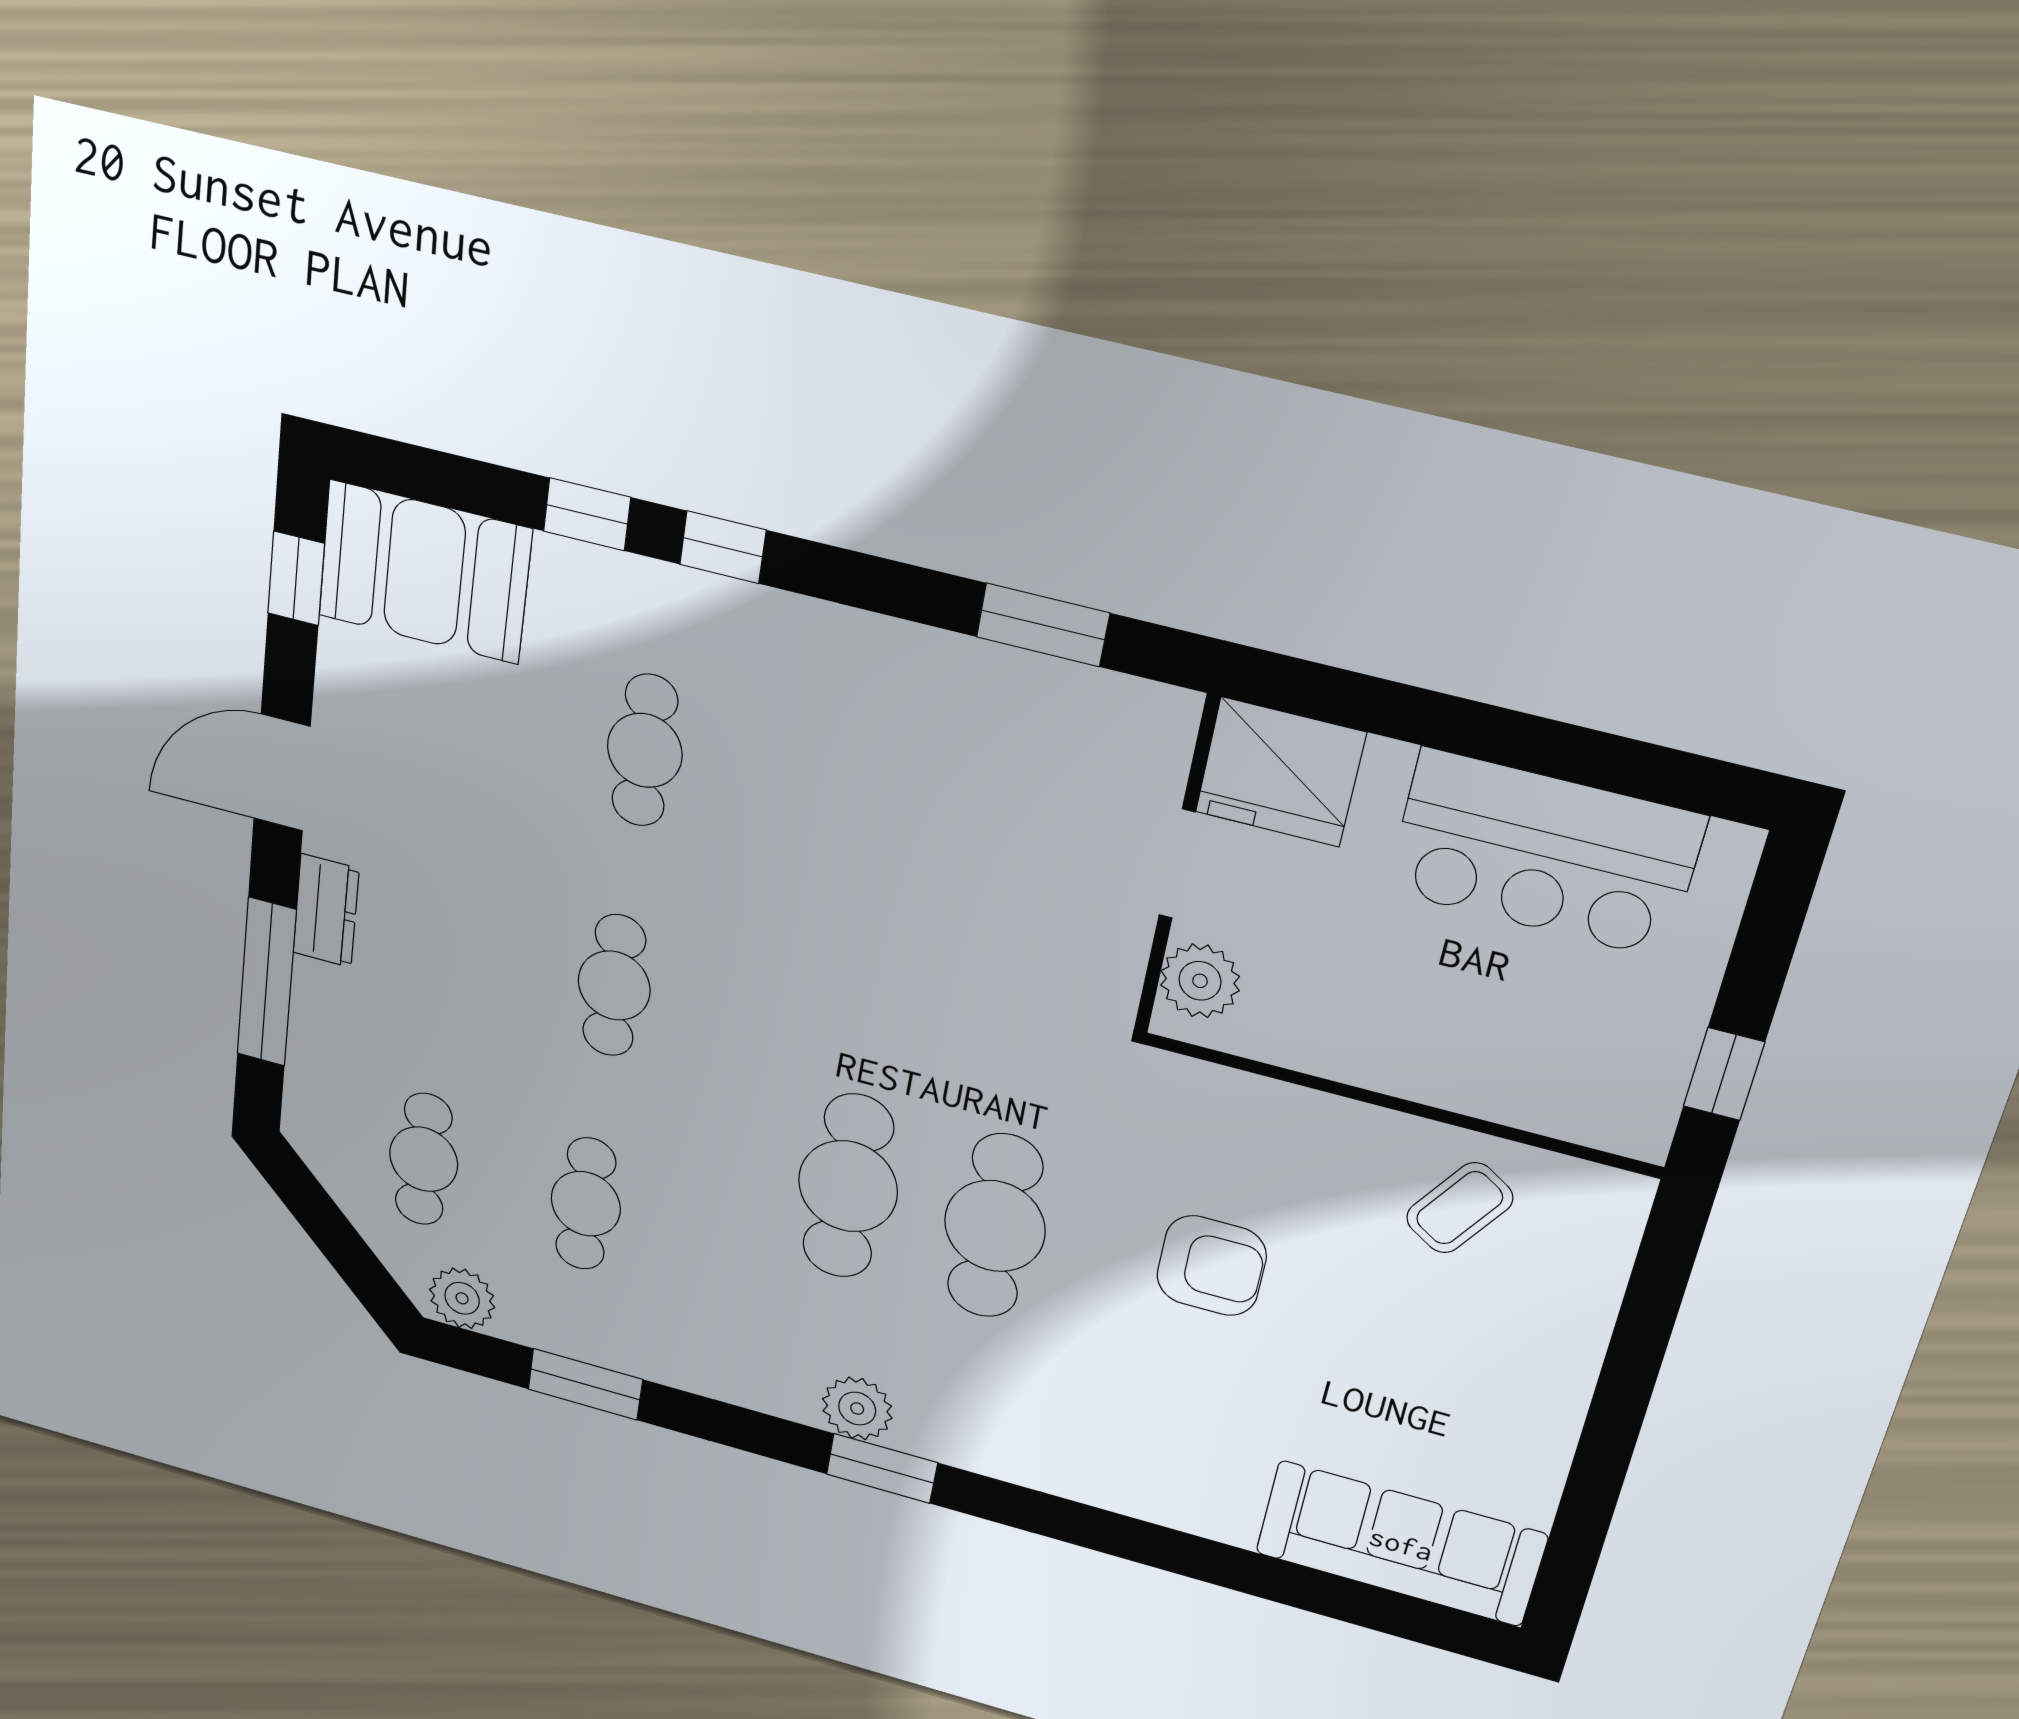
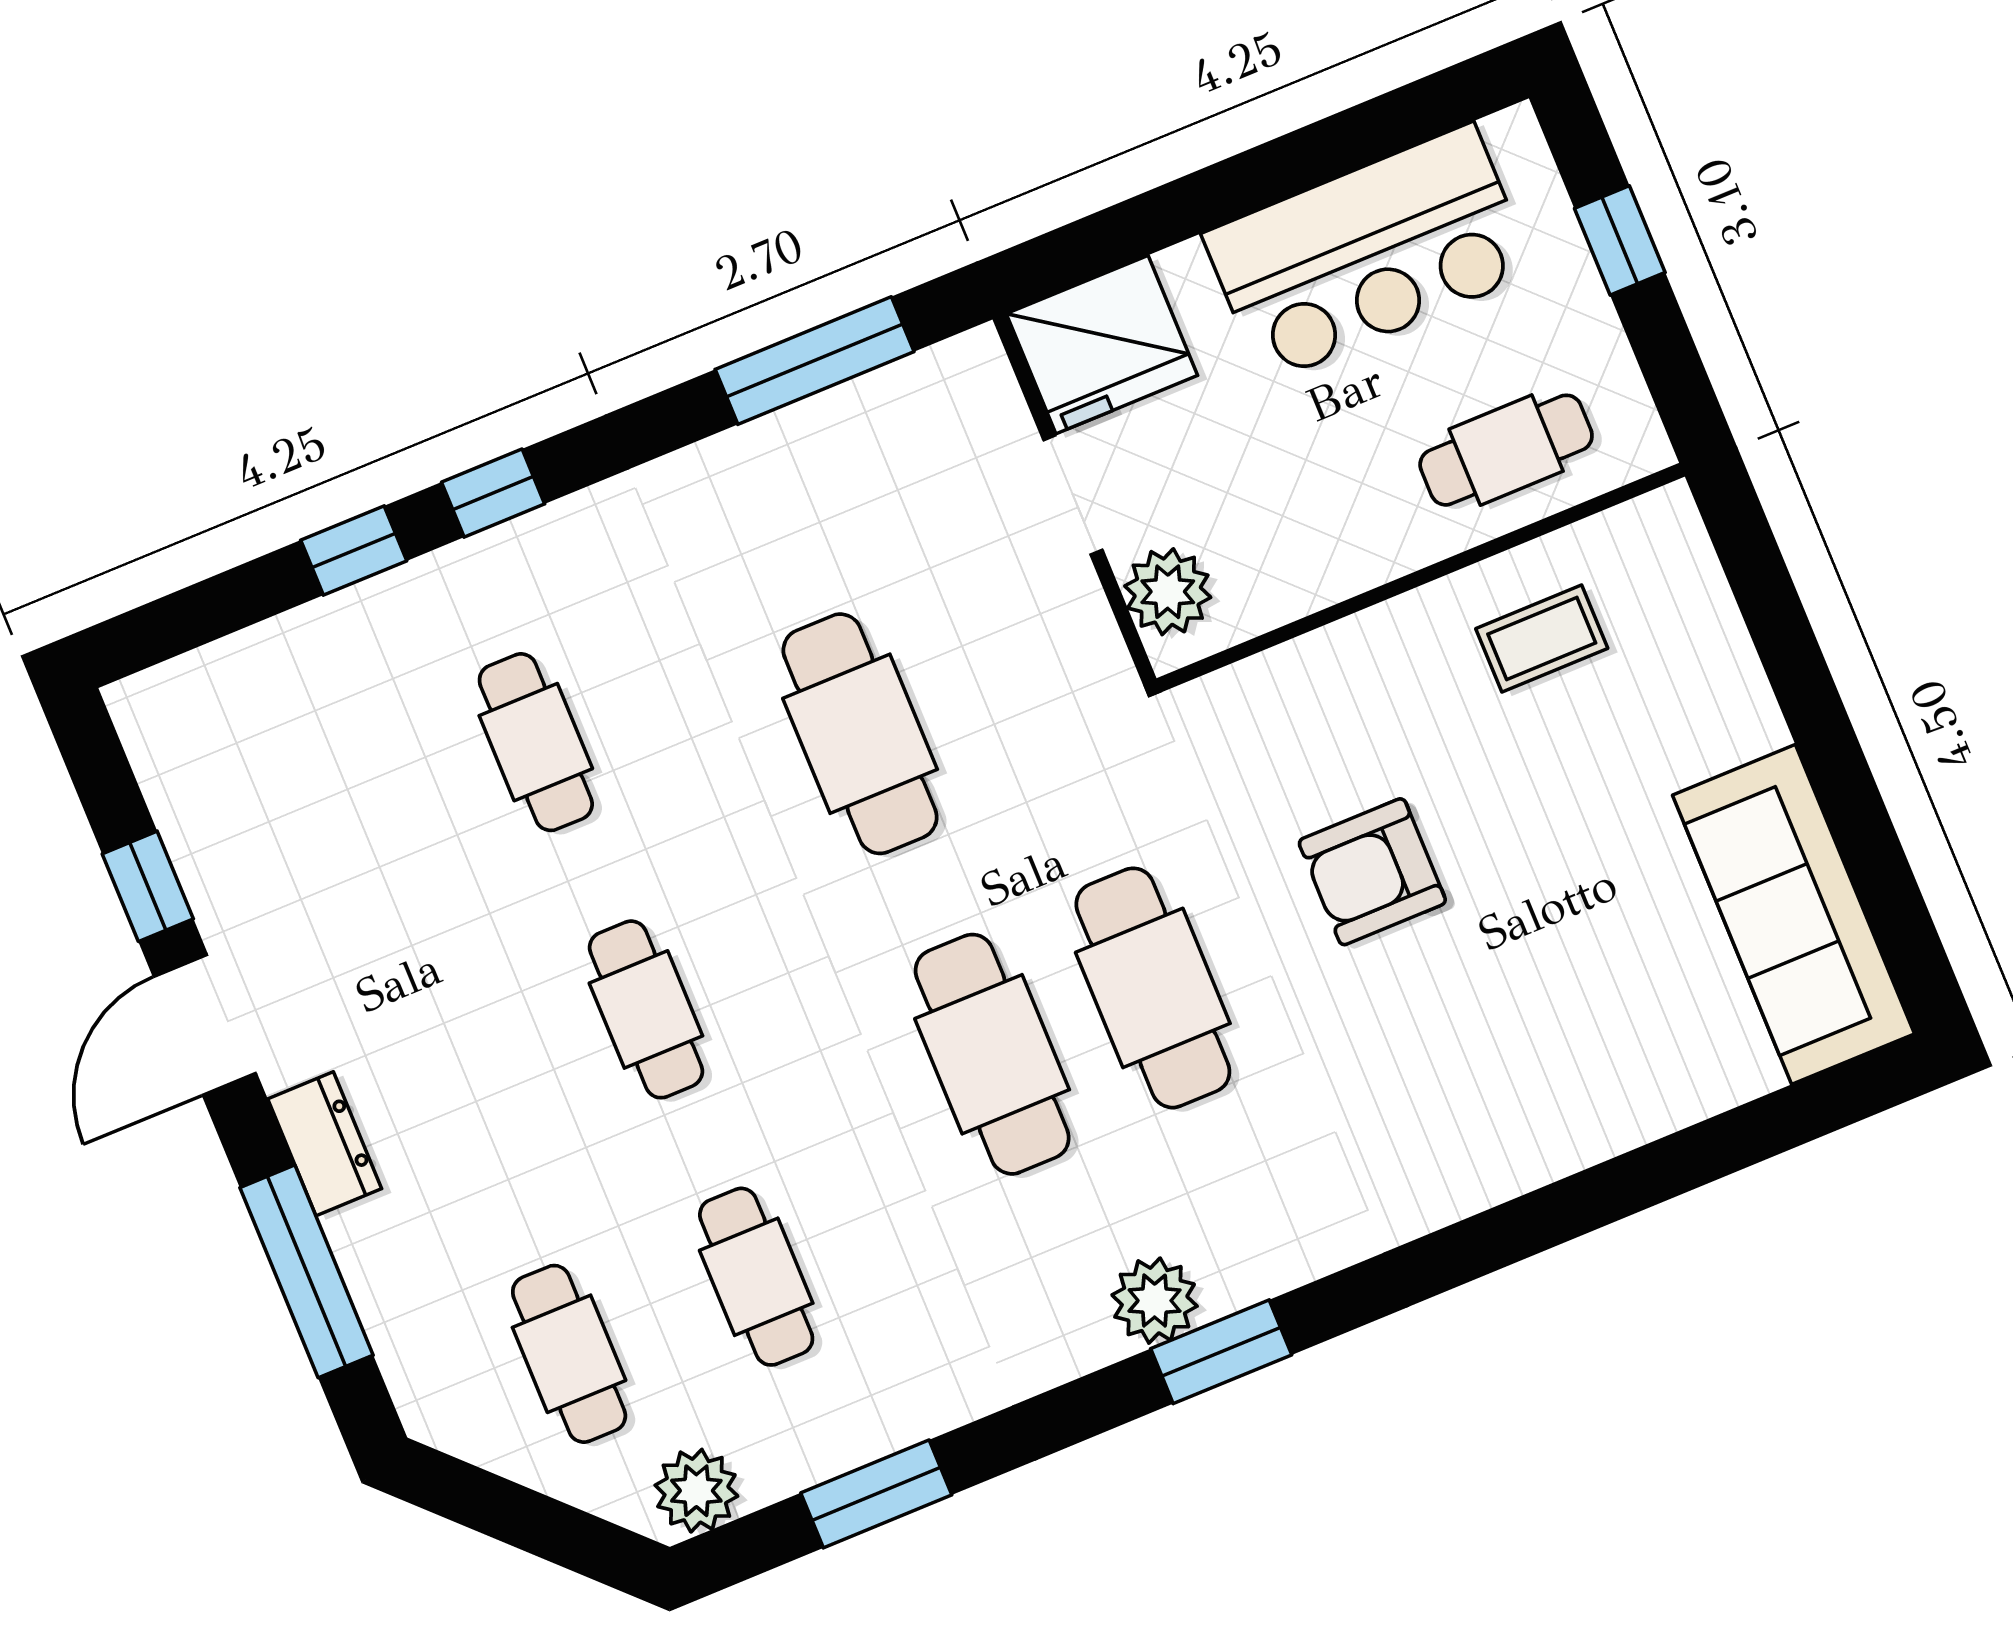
booth: (425, 572) -> (235, 716), removed
window: (296, 578) -> (148, 886), moved
window: (1043, 625) -> (815, 361), width x1.44
cafe table: (895, 915) -> (860, 734), added
cafe table: (1538, 1066) -> (1506, 450), added
window: (1724, 1074) -> (1620, 240), moved
coffee table: (1460, 1208) -> (1542, 638), turned 57
armchair: (1211, 1266) -> (1372, 872), turned 180
sofa: (1401, 1544) -> (1794, 914), moved, turned -90

